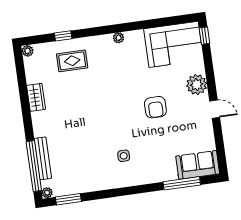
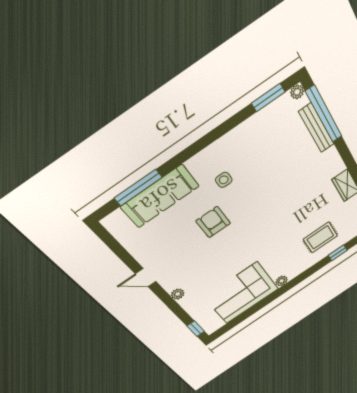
corner sofa: (174, 44) -> (242, 293), moved
plant: (197, 85) -> (178, 294), width x0.53, depth x0.53
armchair: (155, 107) -> (213, 222), moved
sofa: (198, 165) -> (160, 196), moved, width x1.36

